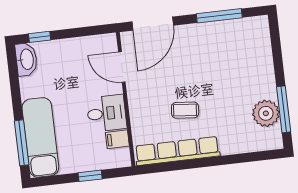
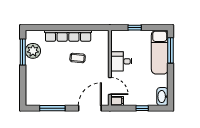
window: (40, 37) -> (142, 108), moved
filing cabinet: (117, 139) -> (117, 101), moved
row of seats: (177, 151) -> (68, 36), moved

